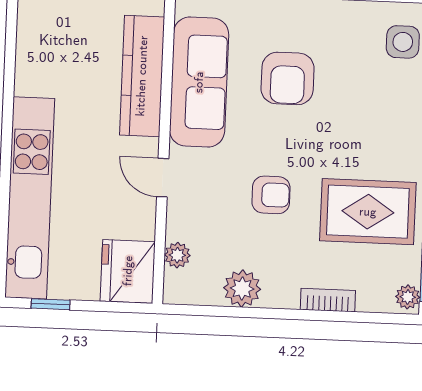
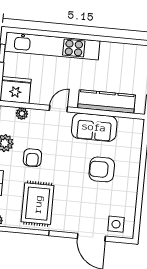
sofa: (199, 82) -> (94, 127), width x0.73
armchair: (271, 195) -> (32, 158), moved

